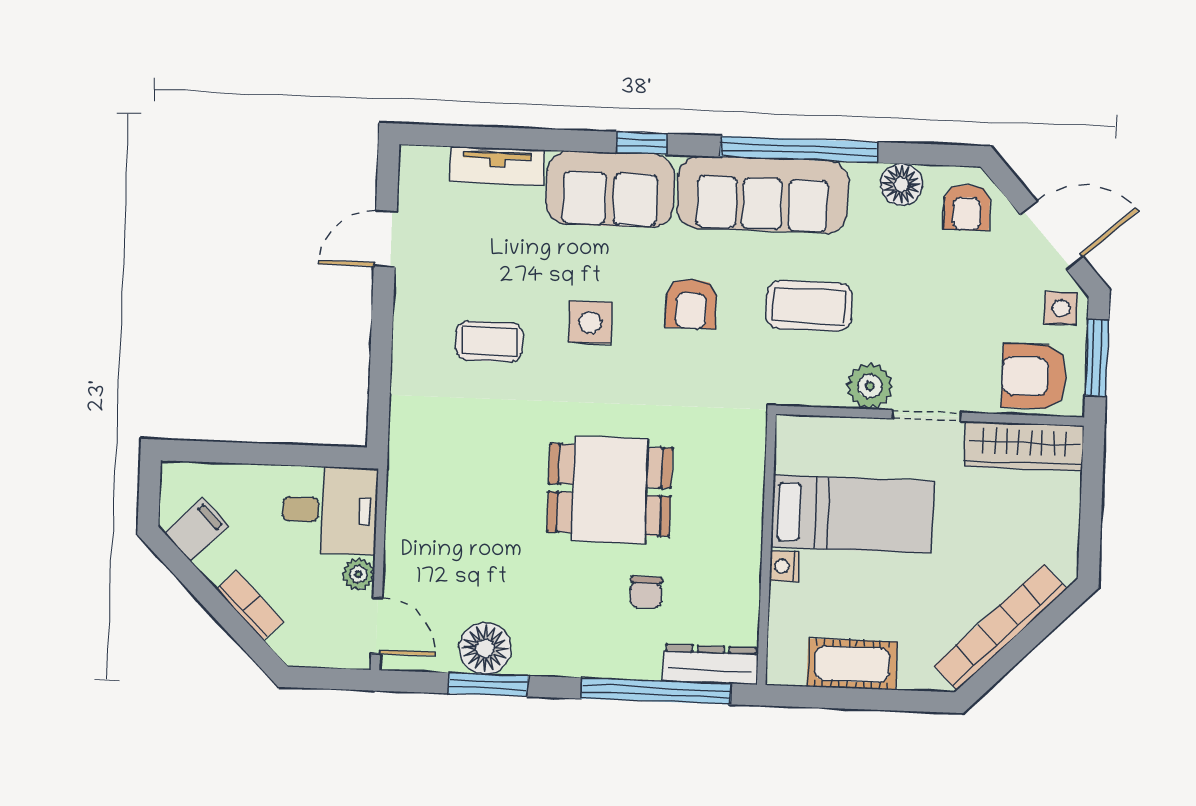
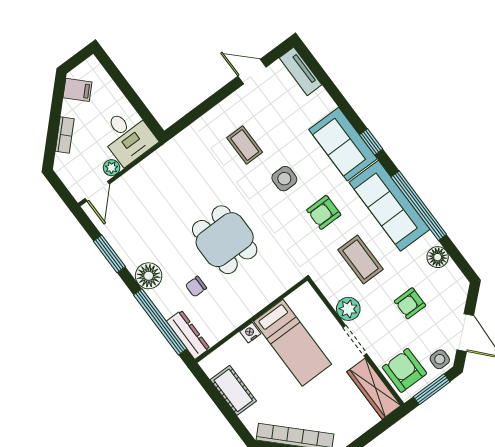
tv unit: (497, 166) -> (301, 71), moved
armchair: (967, 207) -> (410, 303), moved
floor lamp: (485, 648) -> (149, 276), moved

